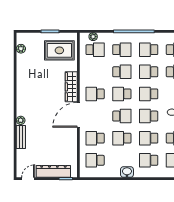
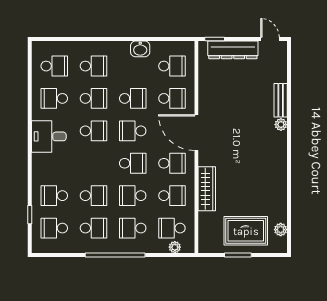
rug: (59, 50) -> (246, 231), moved
wardrobe: (71, 87) -> (207, 189), moved
school desk: (149, 94) -> (172, 196), moved
door: (78, 115) -> (196, 133), swing flipped
washbasin: (127, 172) -> (140, 49), moved
door: (28, 179) -> (270, 39), swing flipped

